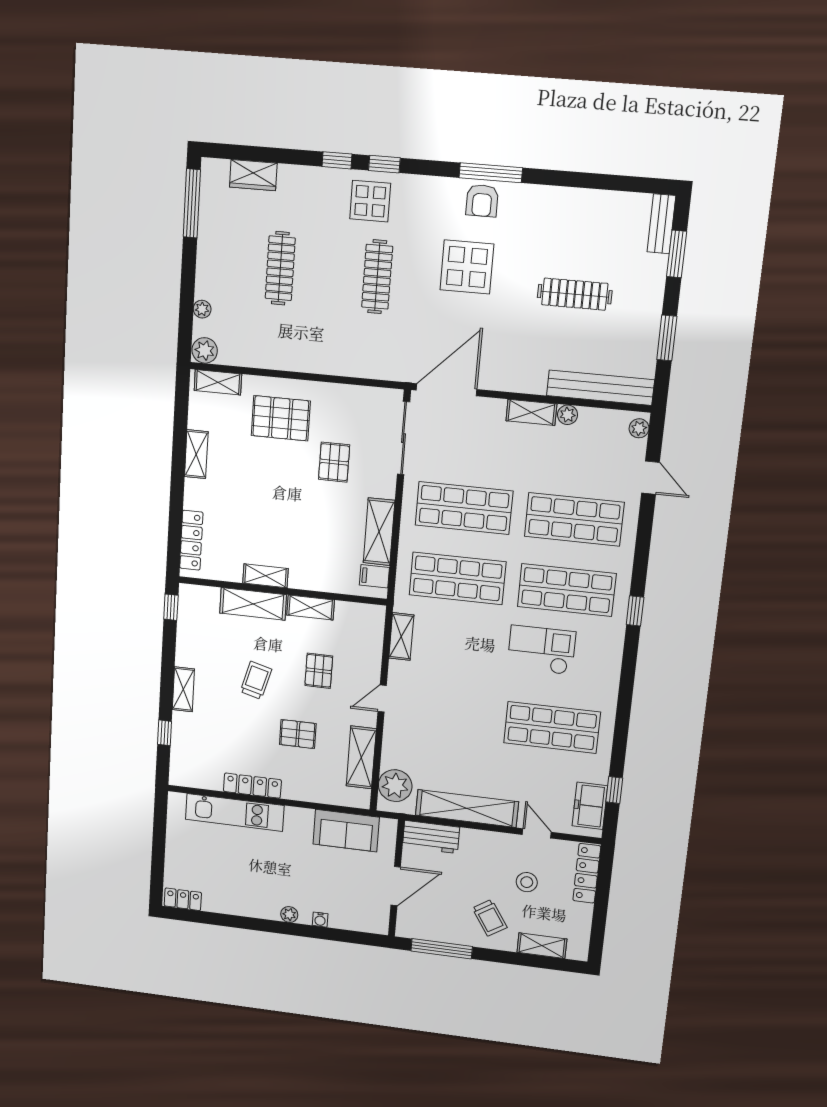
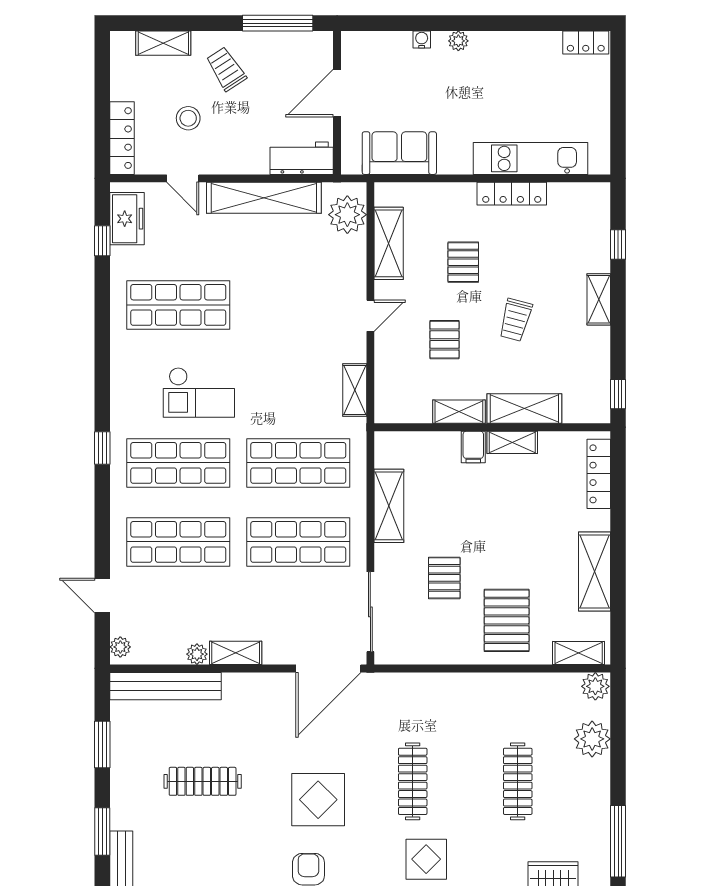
plant: (202, 309) -> (592, 739), width x1.88, depth x1.88
pallet: (281, 418) -> (507, 620), turned 90
shelving: (196, 454) -> (594, 571), width x1.50, depth x1.33
filing cabinet: (374, 576) -> (473, 447), moved, turned 90
pallet: (298, 734) -> (463, 262), turned 90

